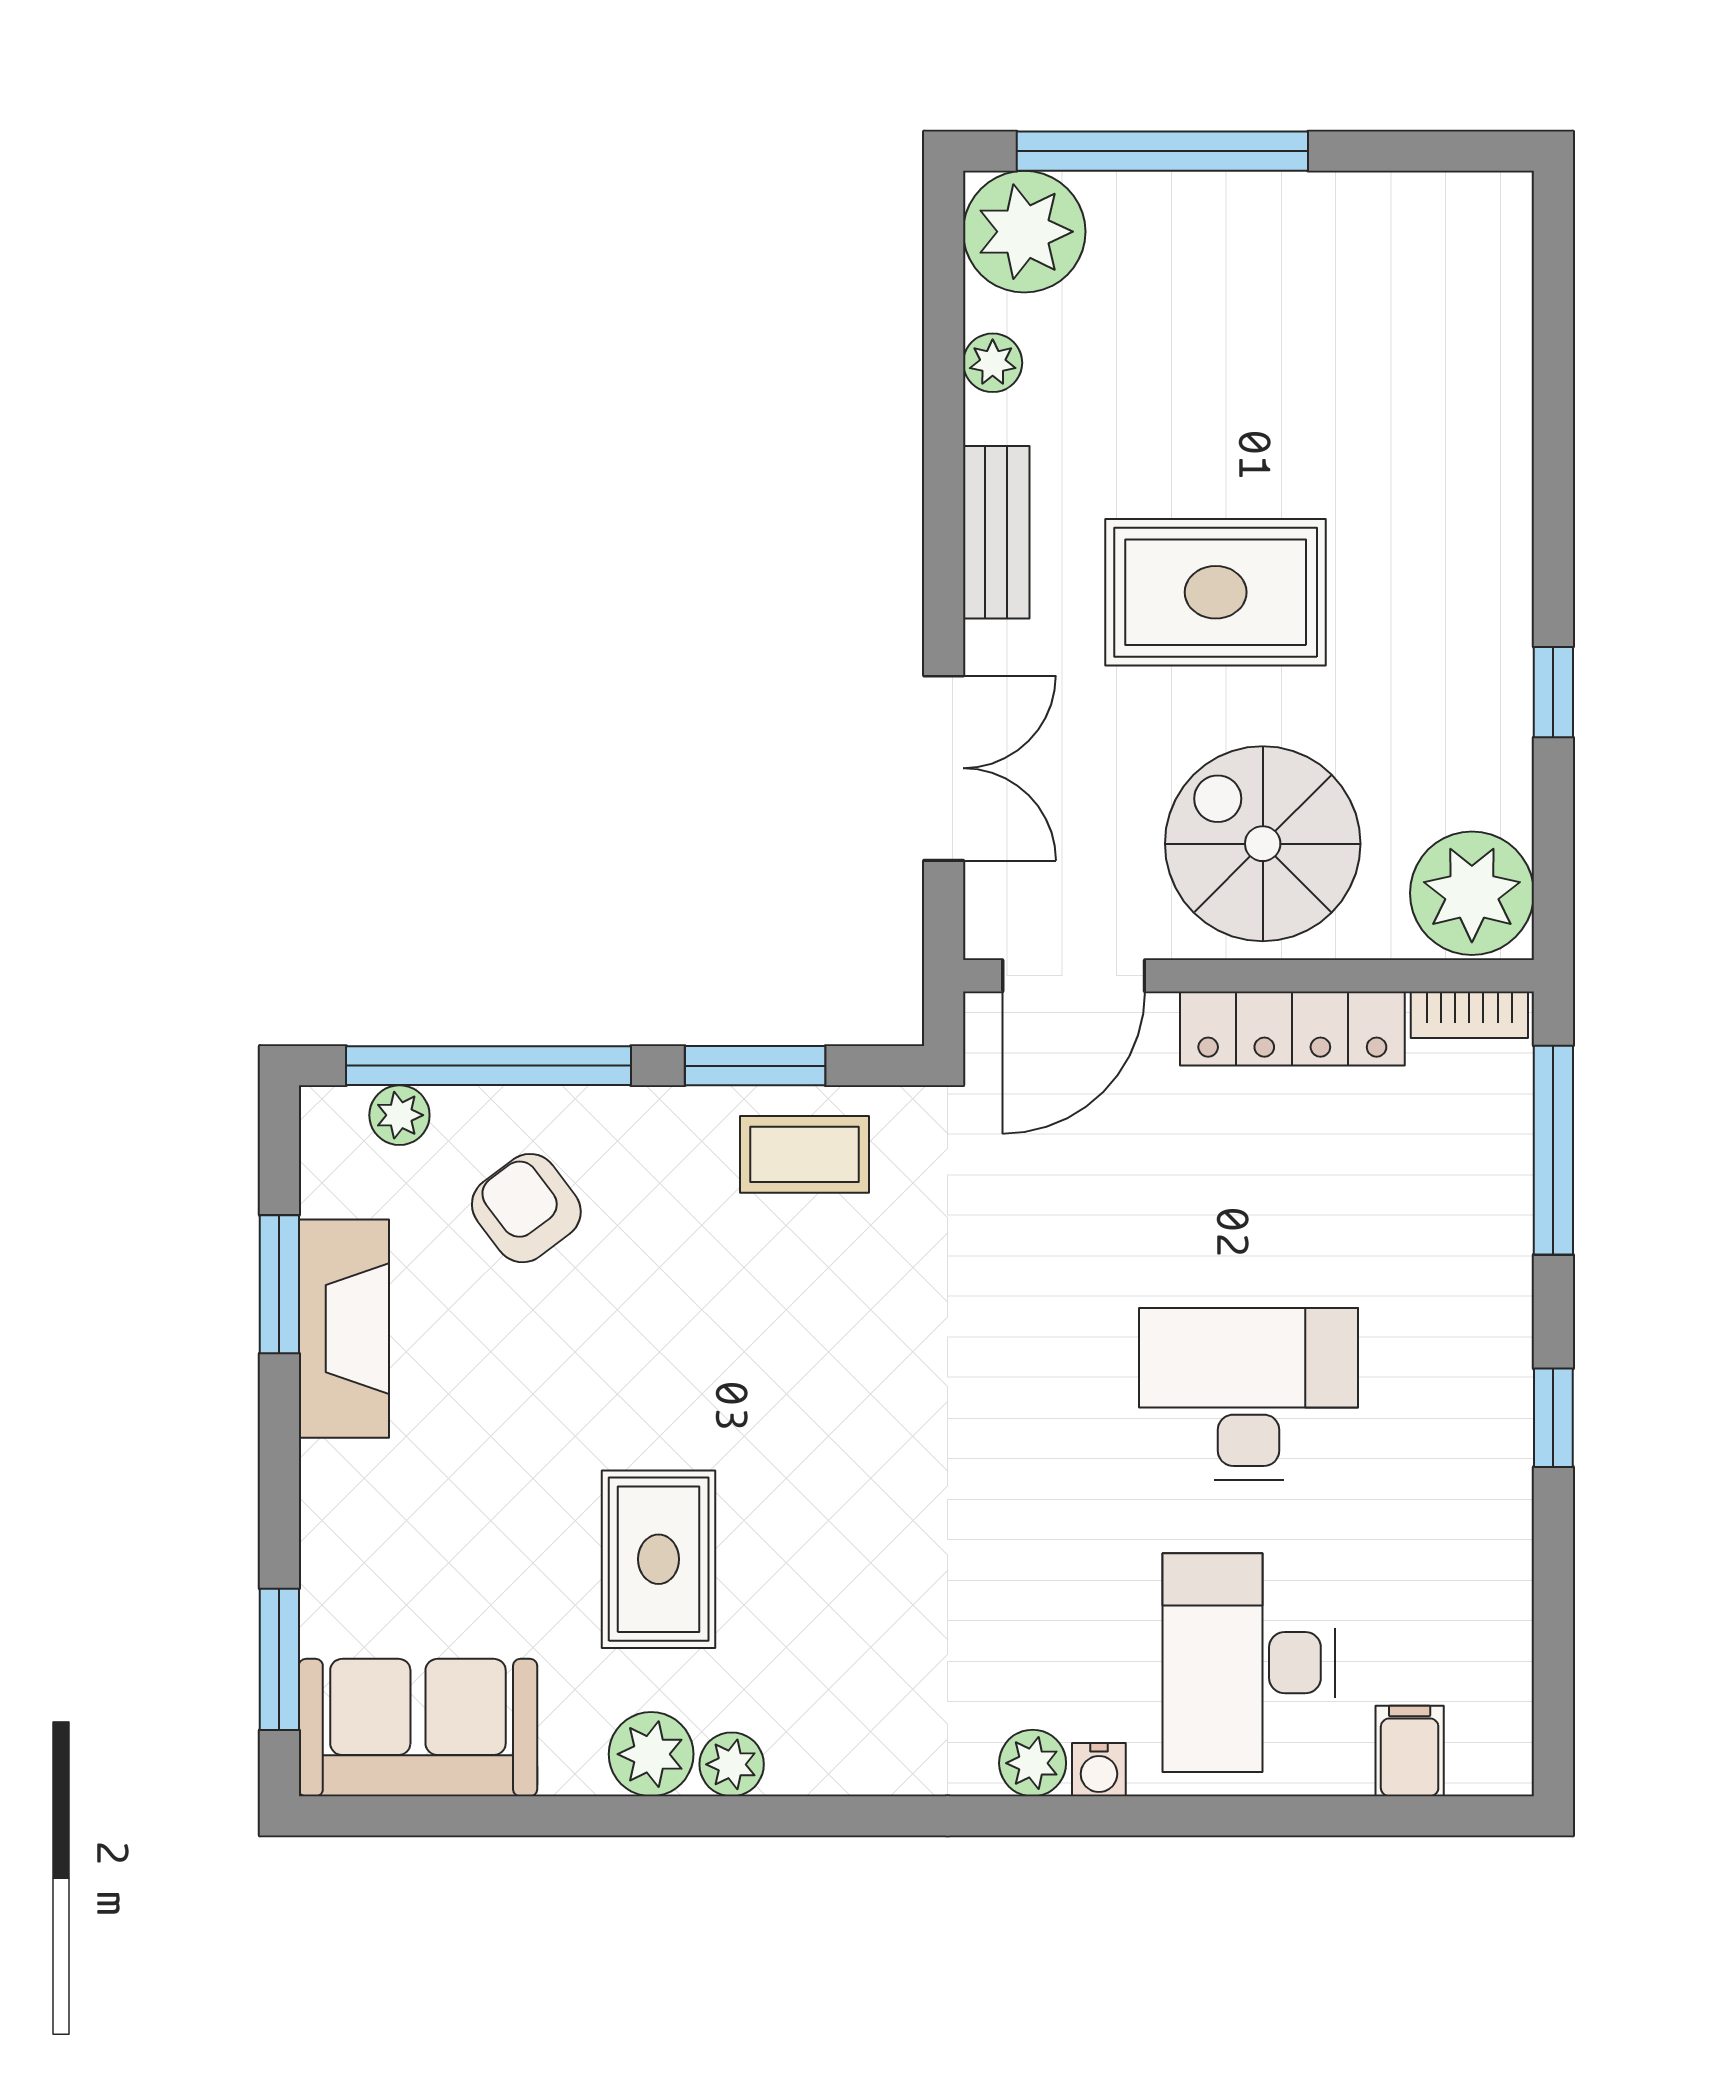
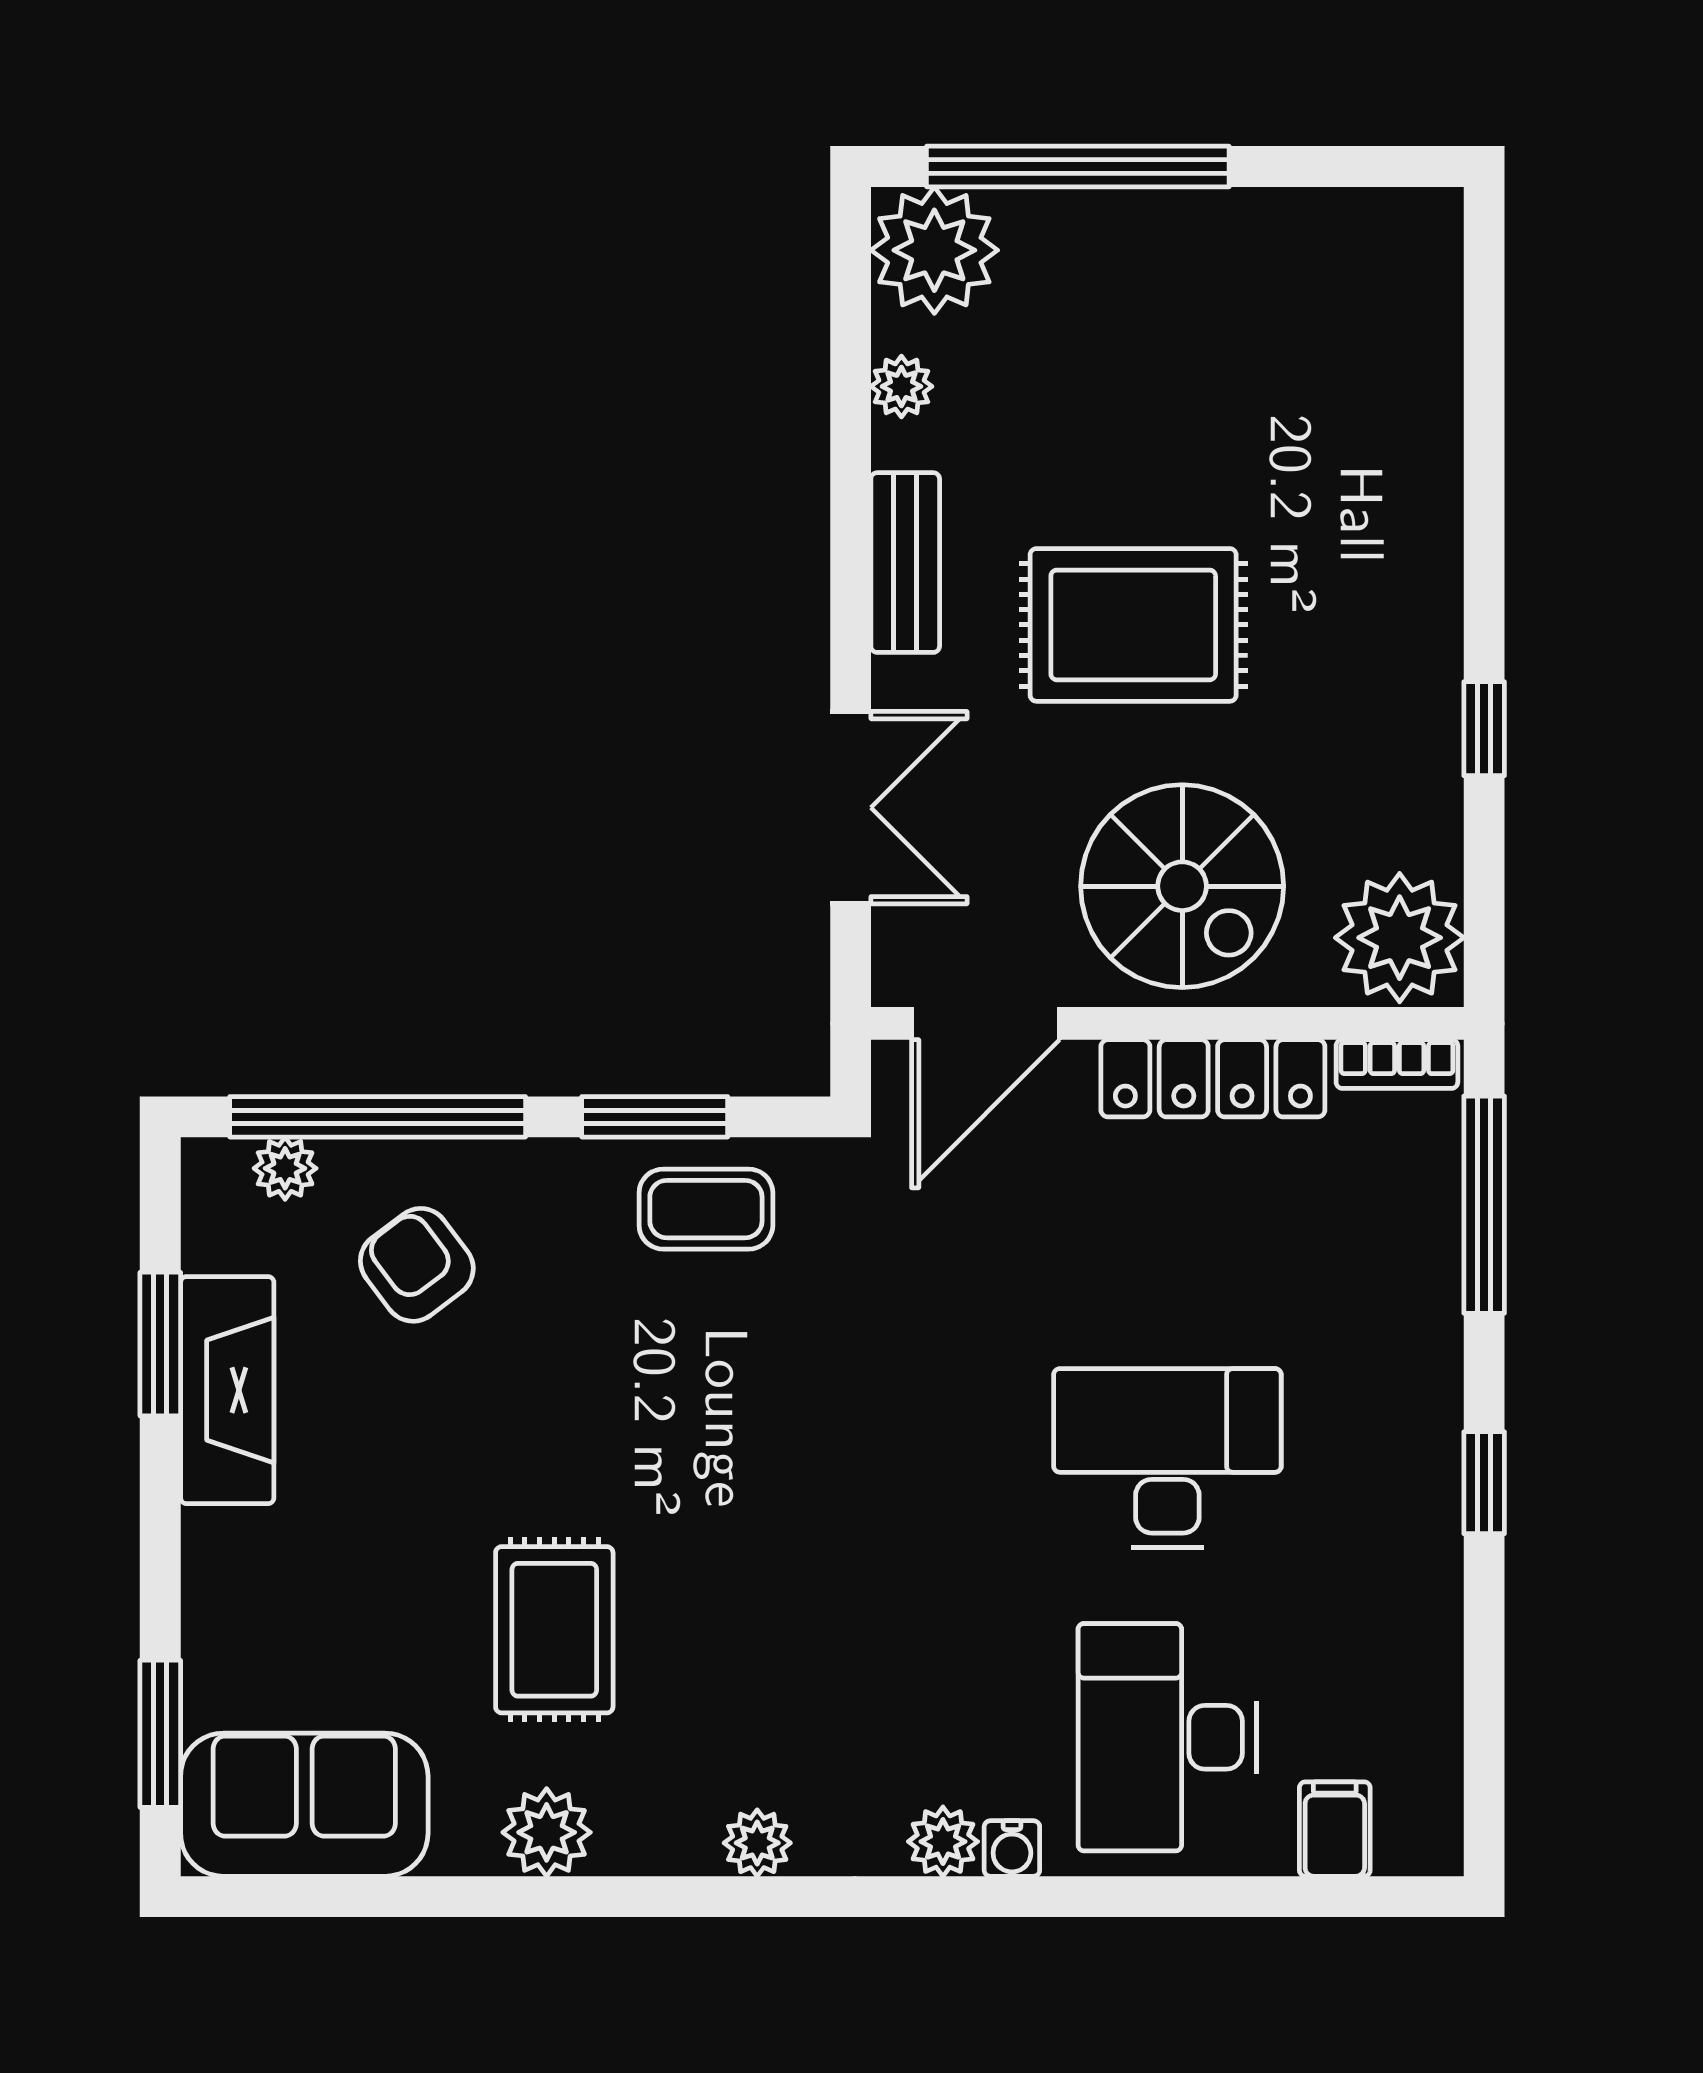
spiral stairs: (1263, 844) -> (1182, 886), turned 180
plant: (732, 1764) -> (757, 1843), moved

